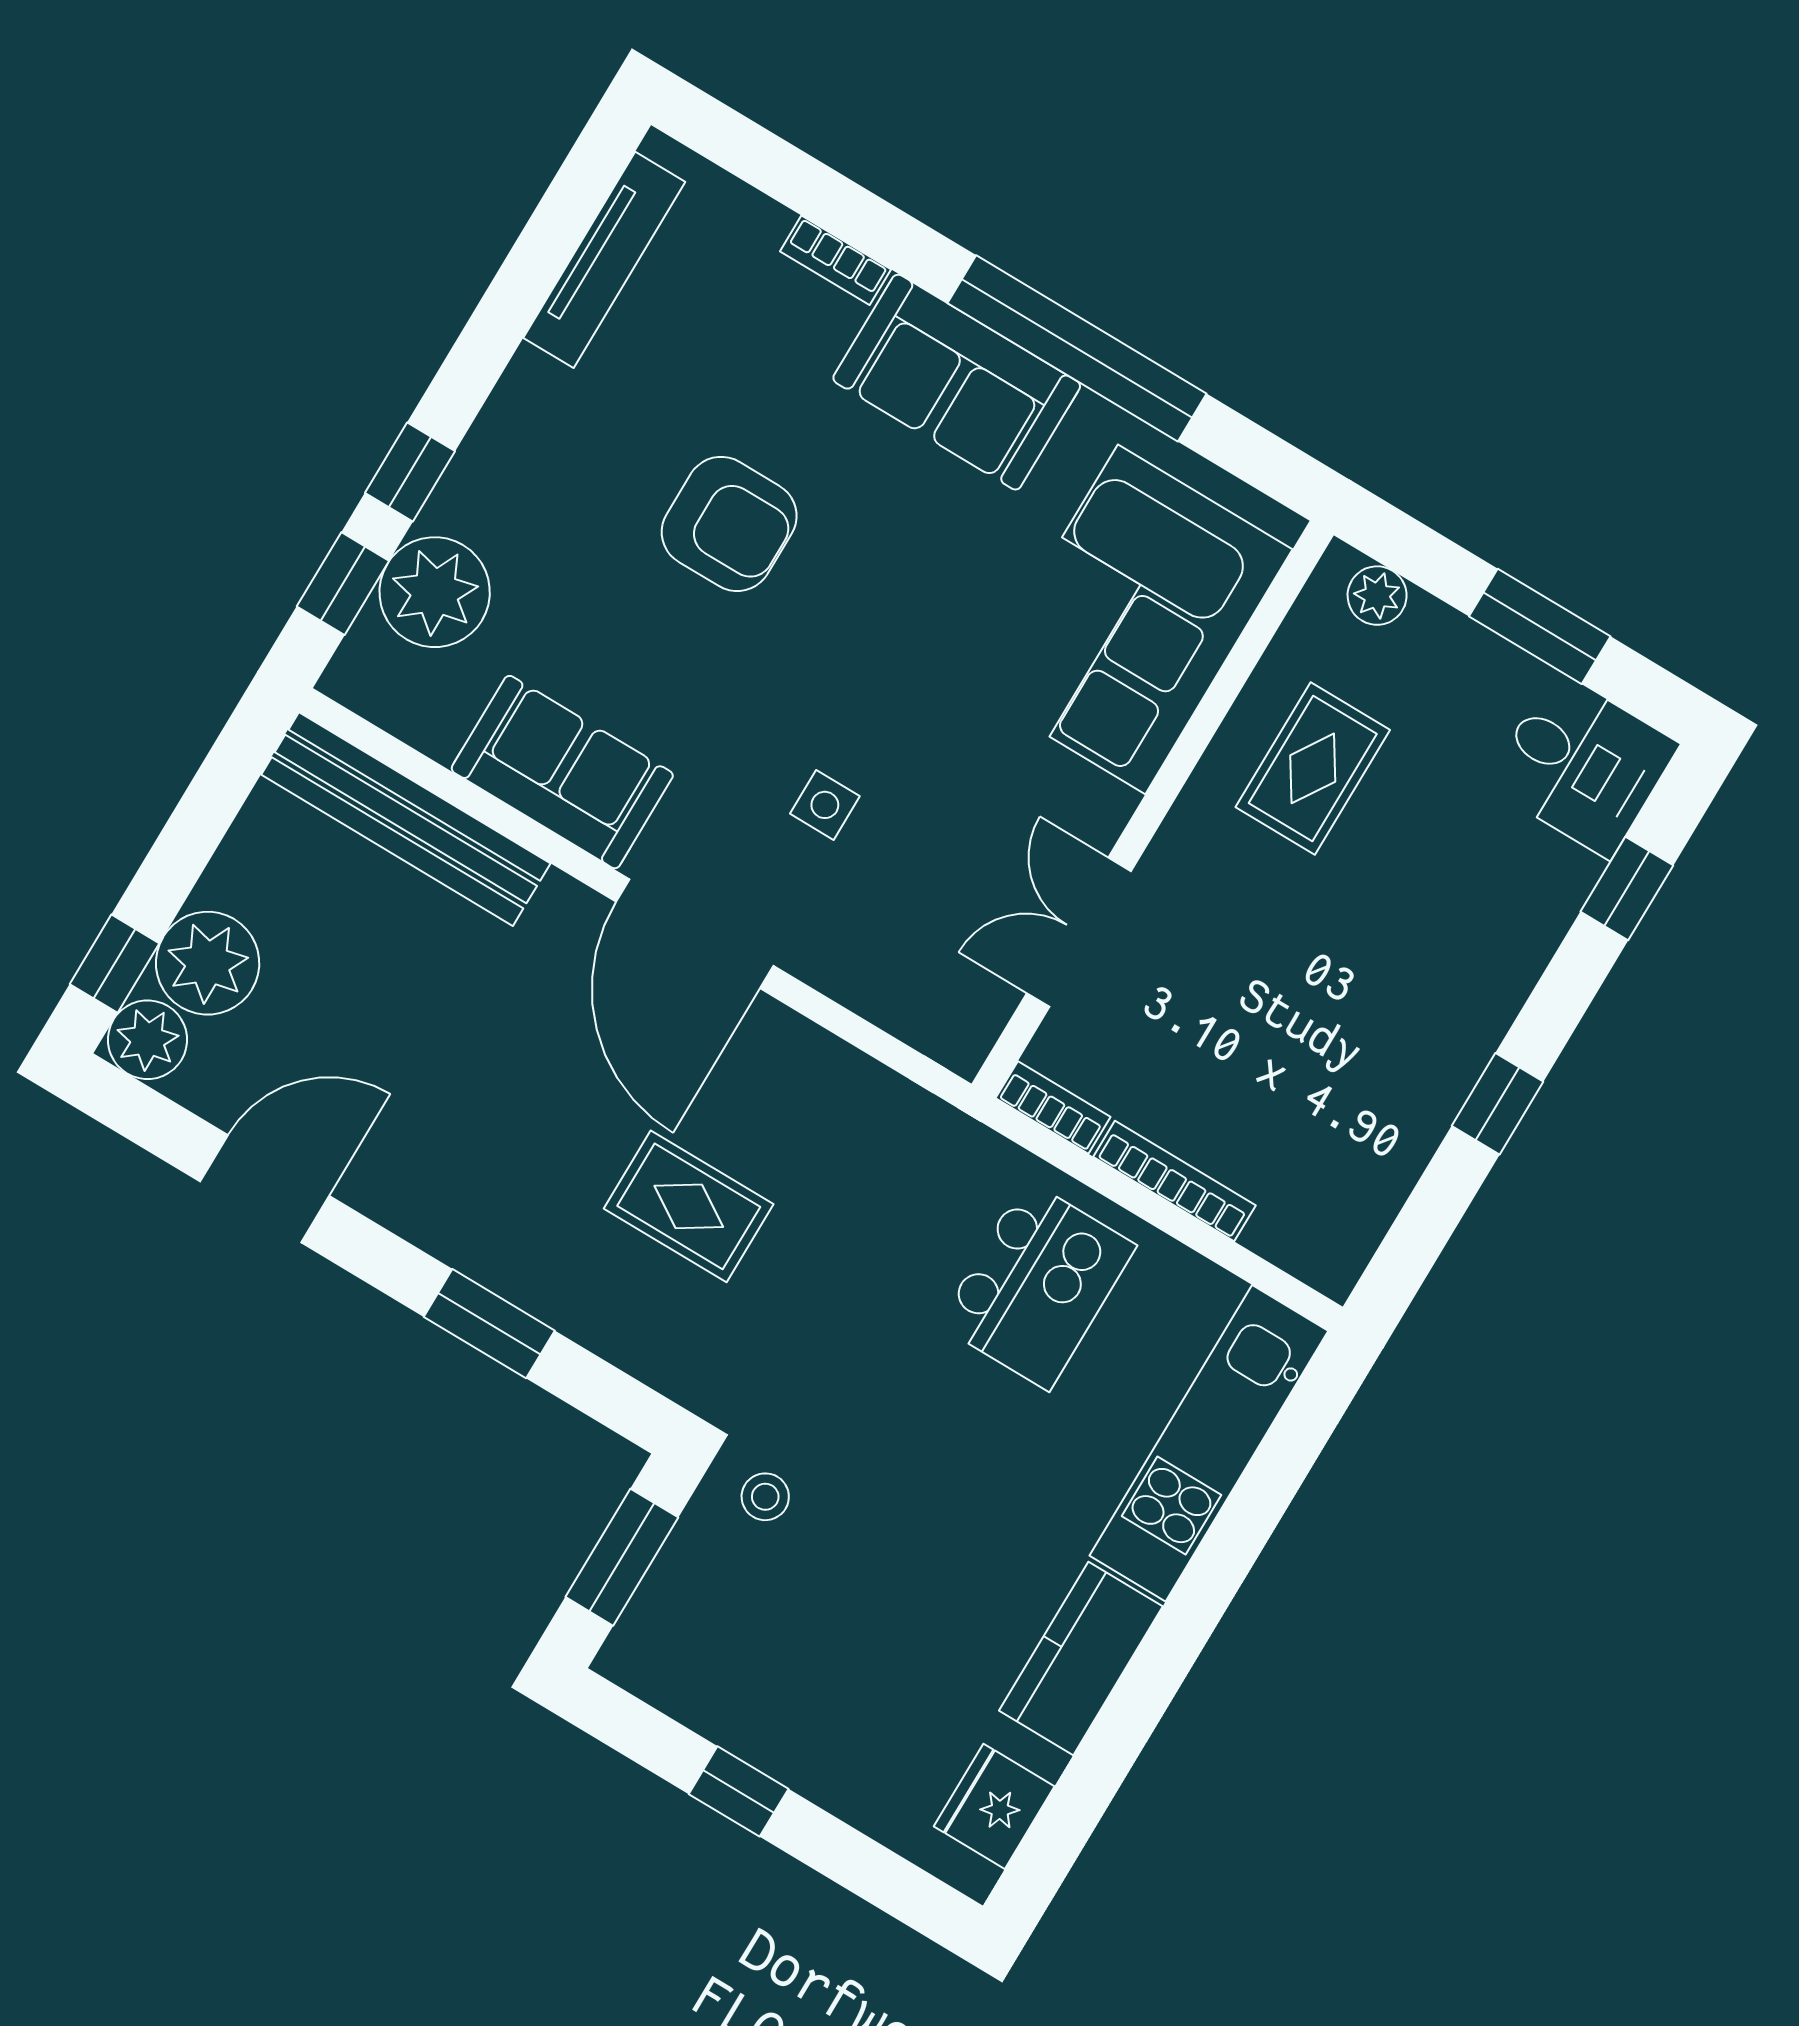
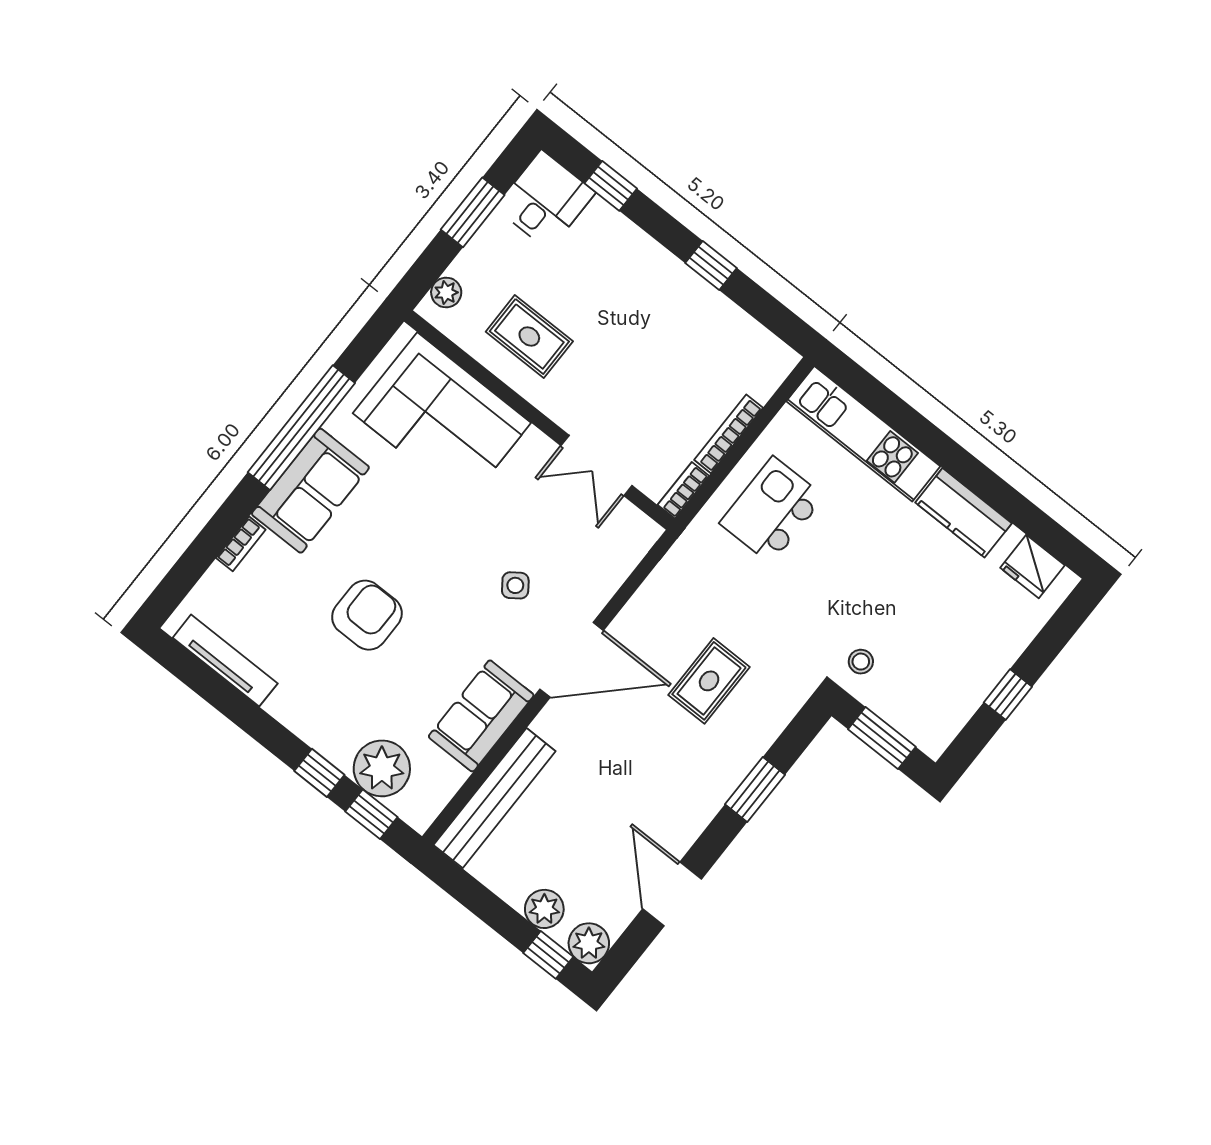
side table: (825, 805) -> (515, 585), turned -36
plant: (208, 963) -> (544, 909), width x0.73, depth x0.73
kitchen island: (1037, 1285) -> (772, 510), turned -90

